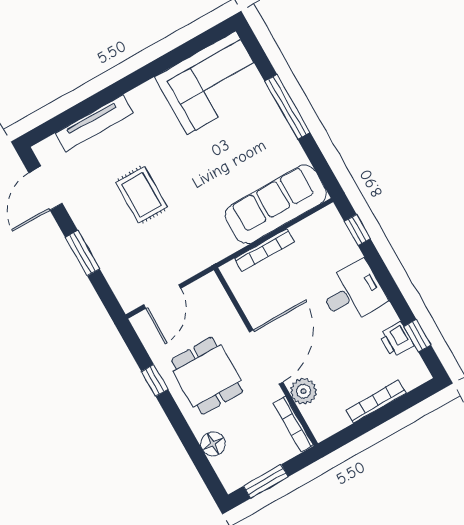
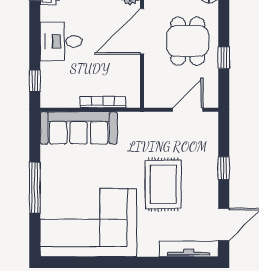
corner sofa: (211, 83) -> (88, 223), width x1.36, depth x1.36
tv unit: (94, 123) -> (189, 249), moved
rug: (141, 195) -> (163, 184), width x1.36, depth x1.43
window: (82, 253) -> (224, 168), width x0.67

